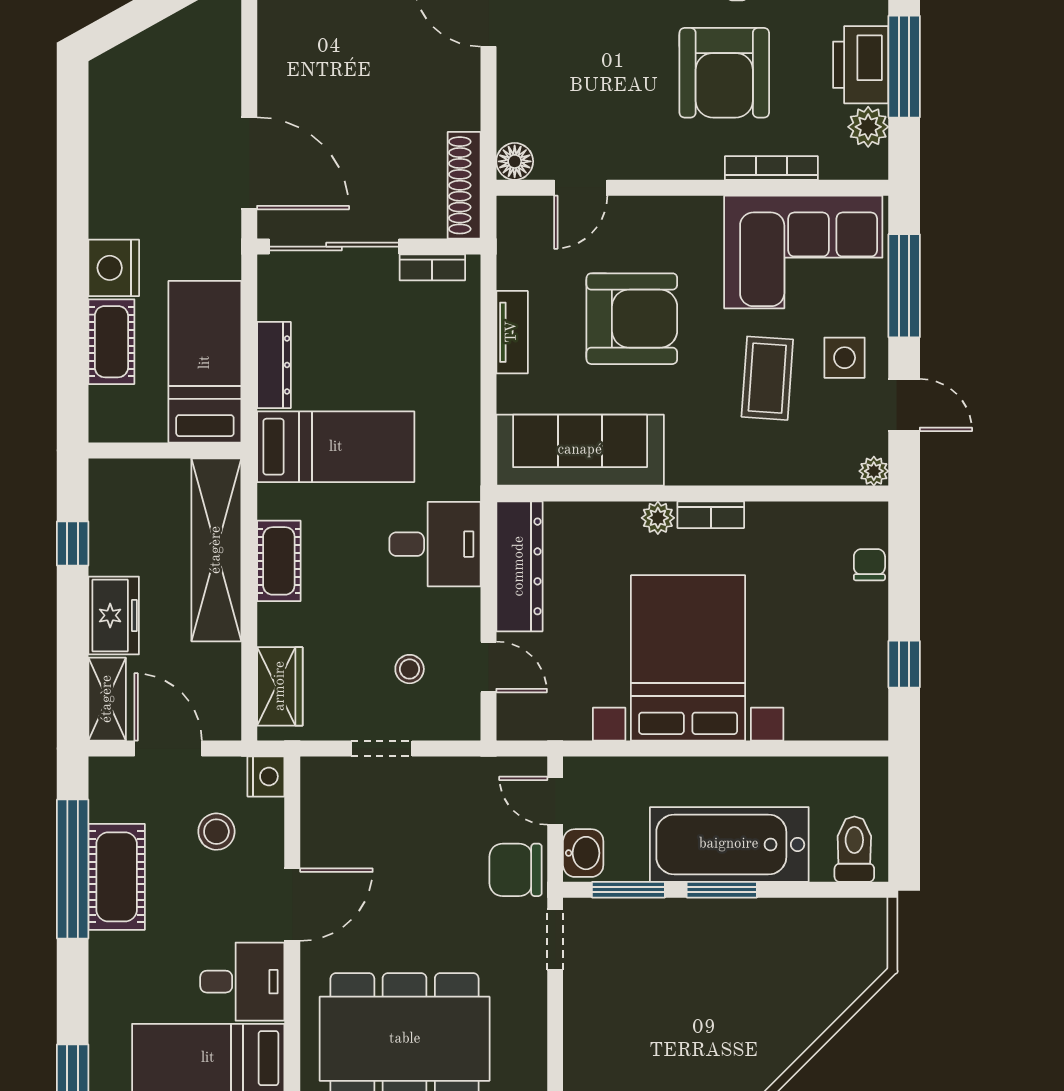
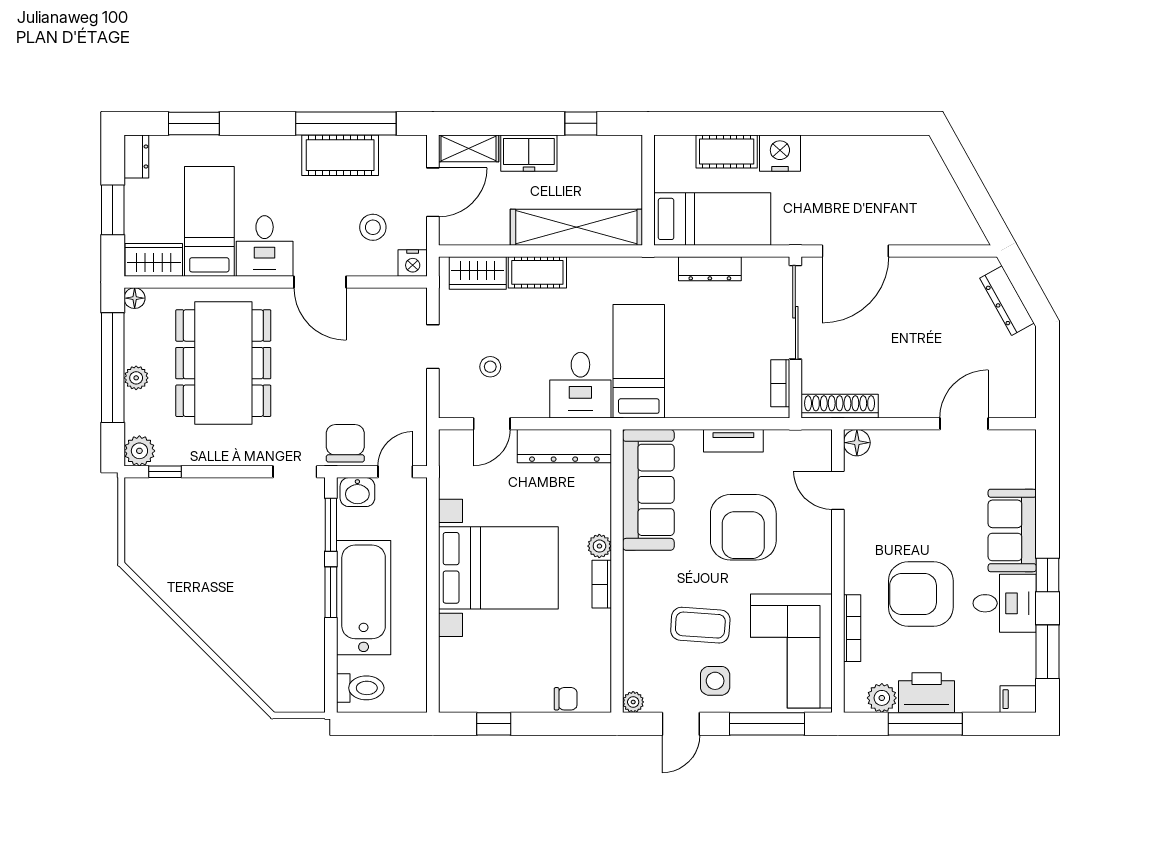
bed: (336, 447) -> (639, 361), moved, turned 180
cot: (279, 561) -> (537, 272), moved

